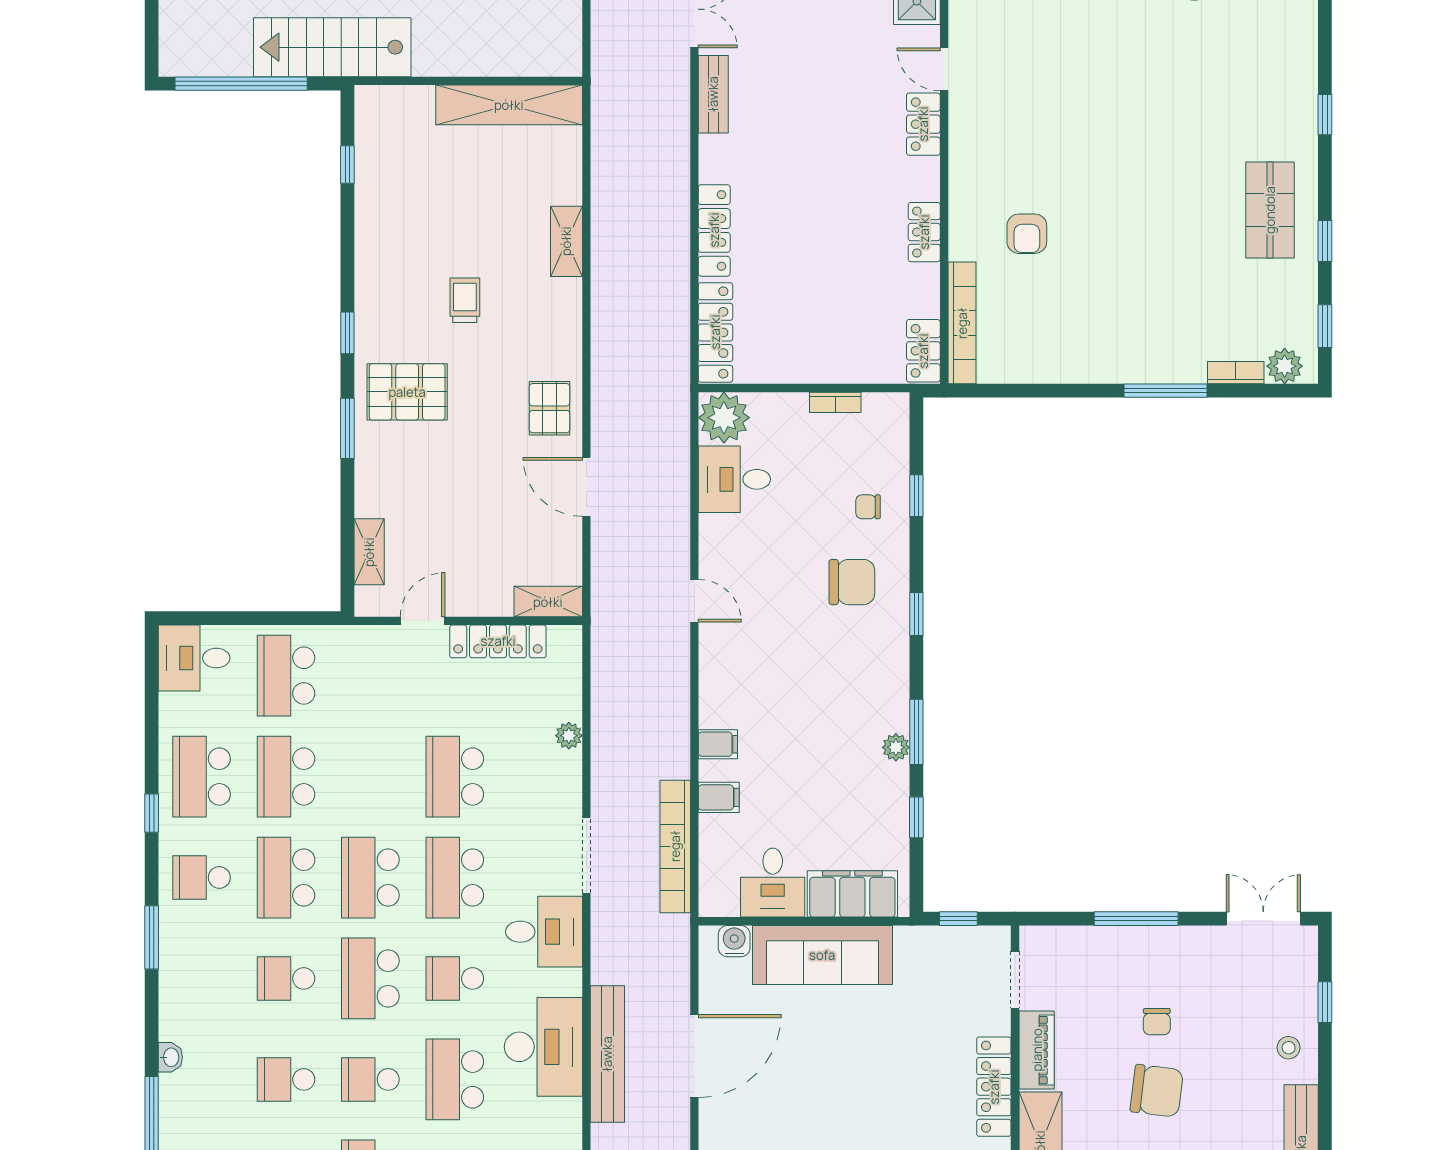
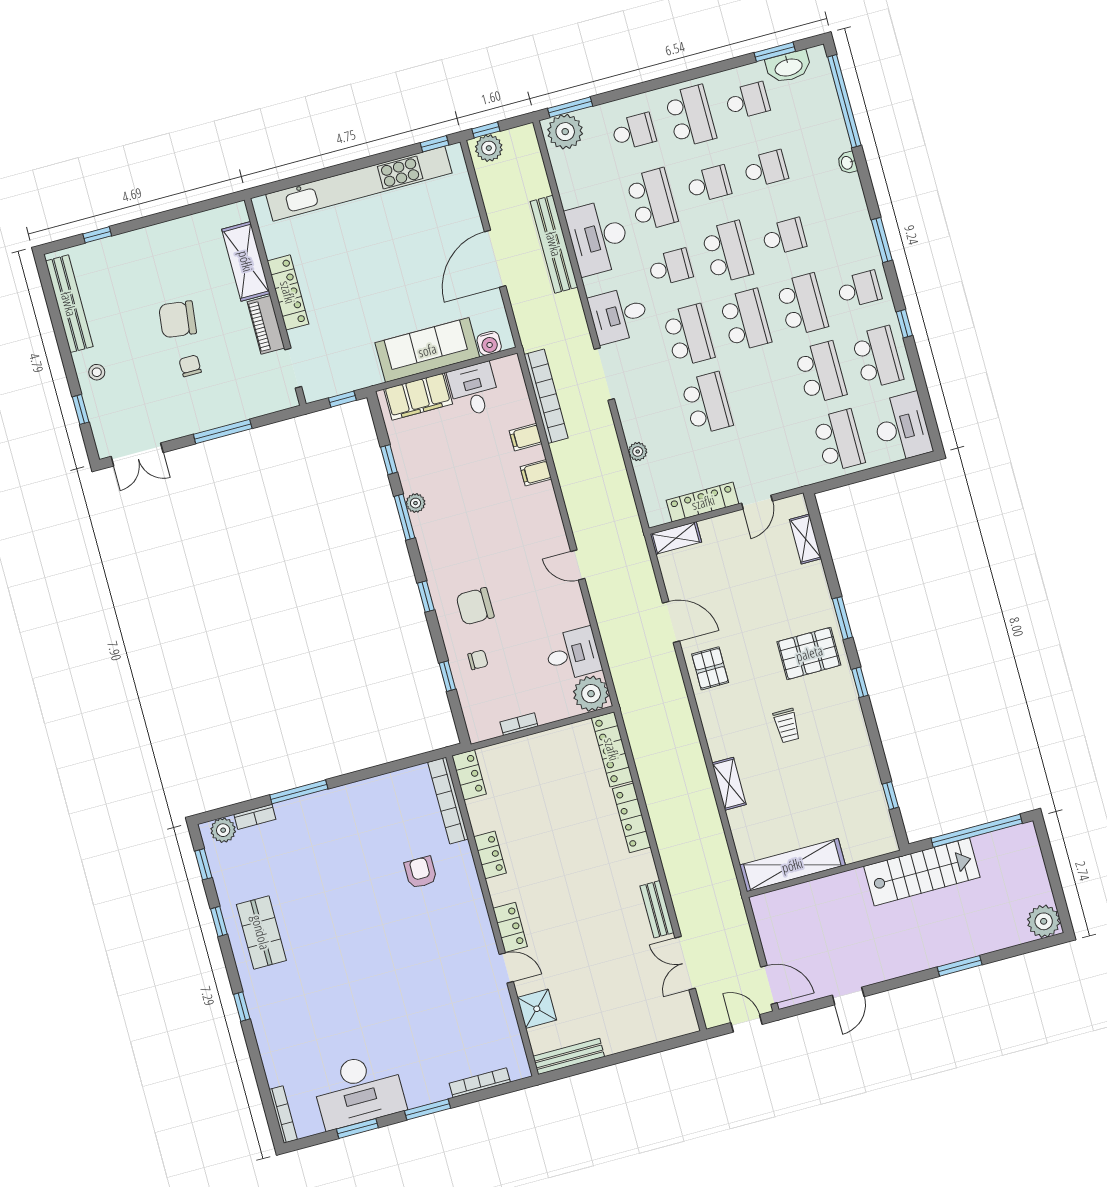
desk: (194, 658) -> (902, 427), width x1.37

